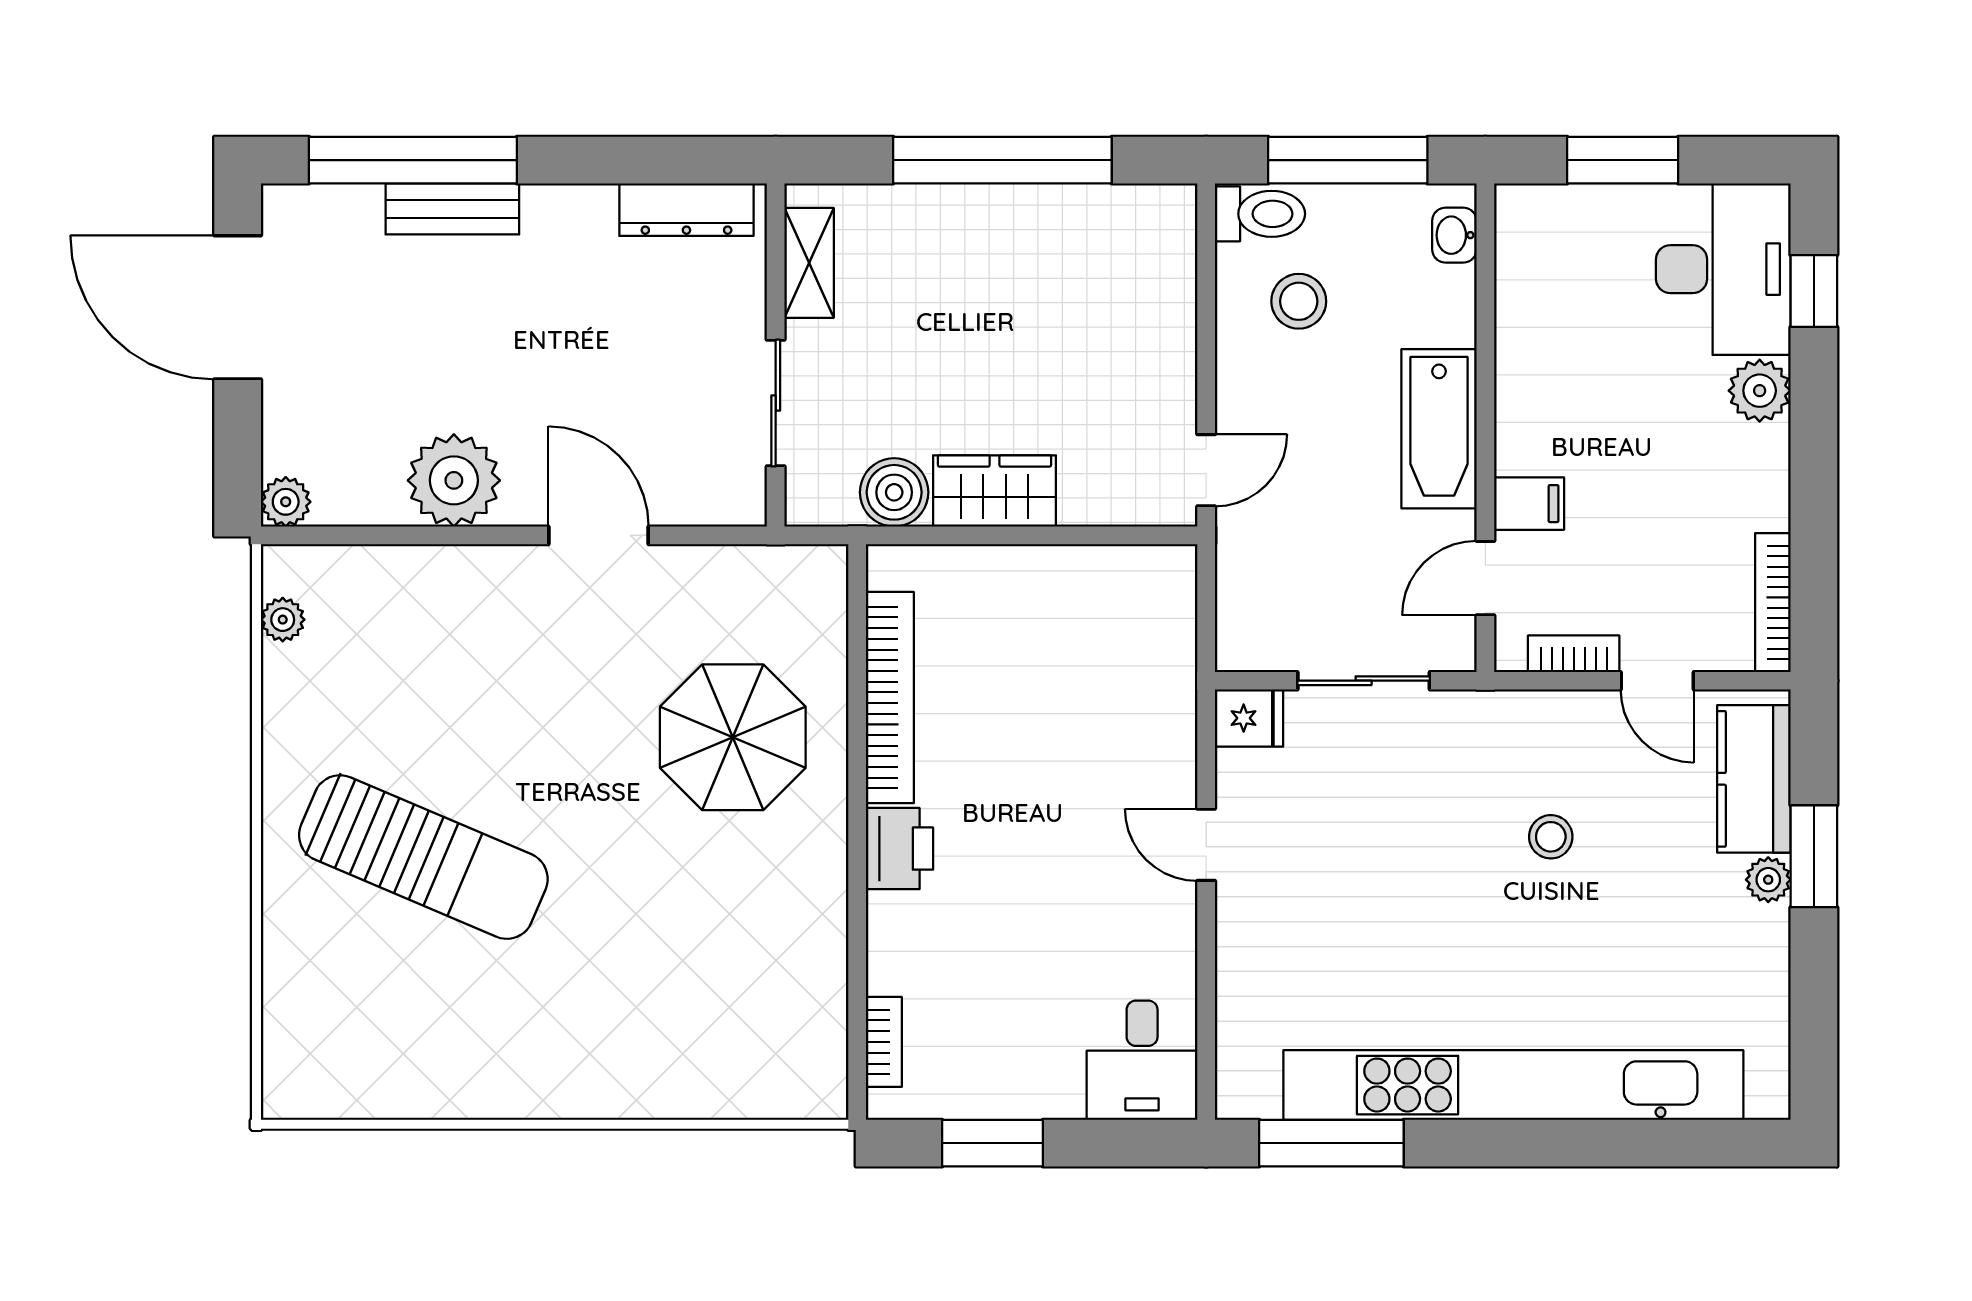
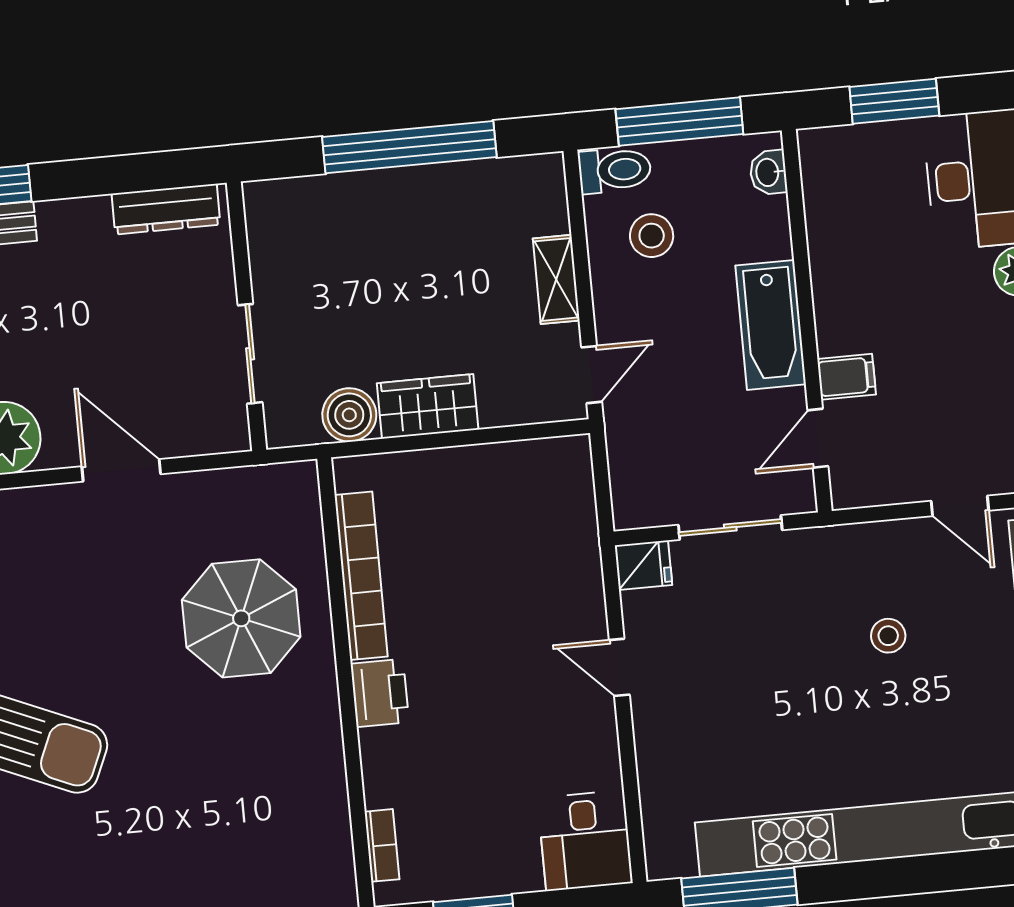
shelving: (809, 263) -> (556, 279), moved
bookcase: (1574, 654) -> (893, 491), removed

